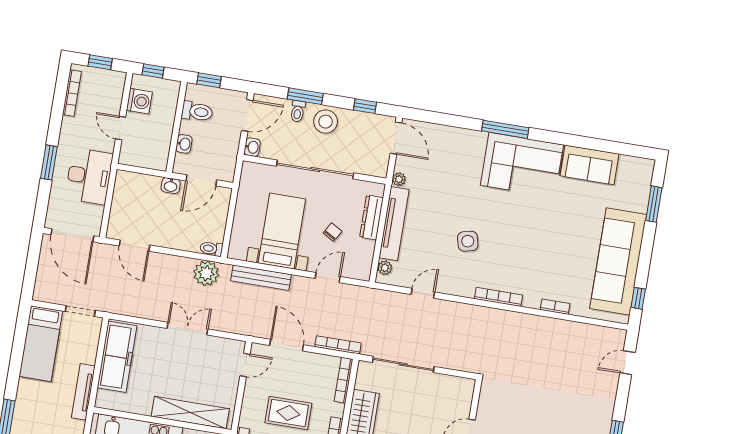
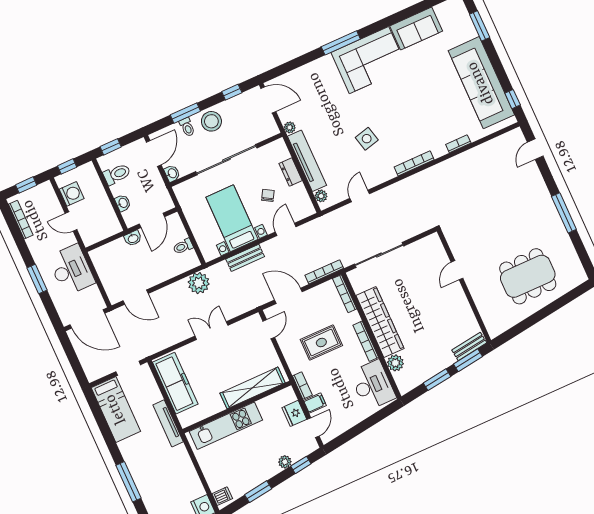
dresser: (372, 217) -> (291, 172), width x0.70
toilet: (211, 249) -> (183, 246), moved
bench: (261, 278) -> (245, 258), width x0.73

